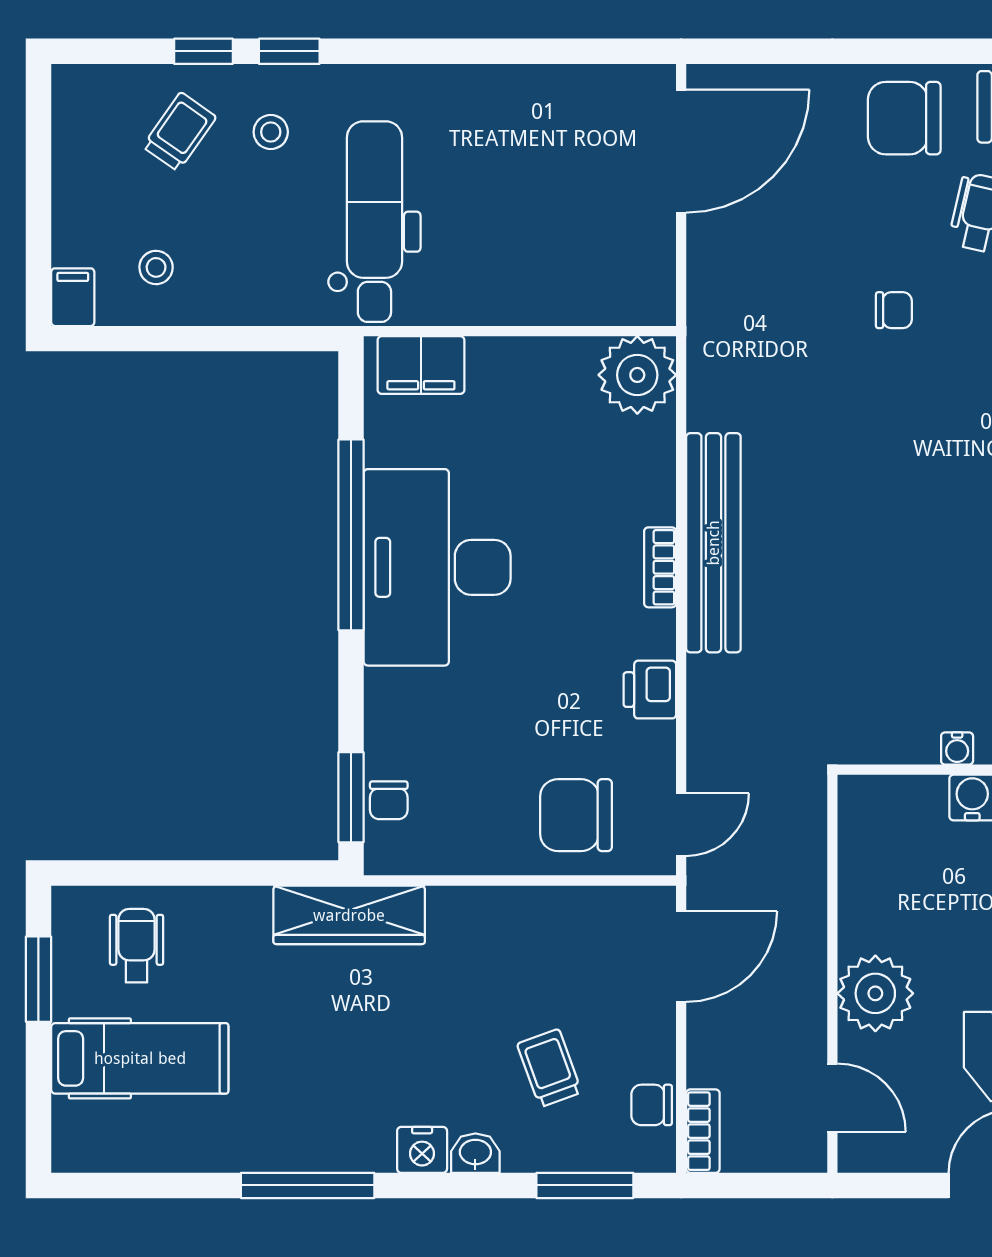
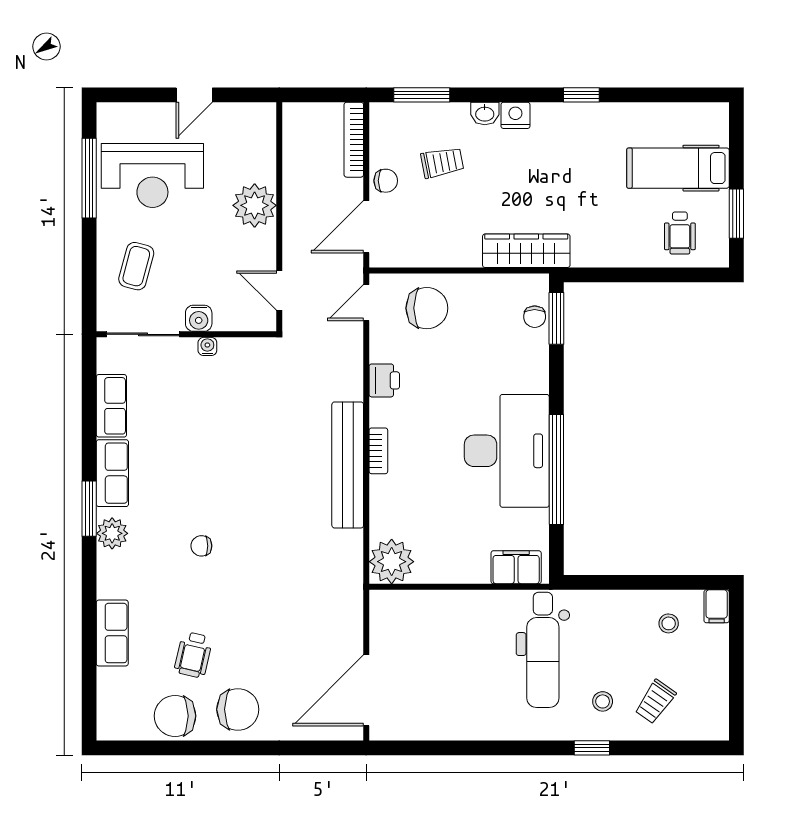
window: (203, 51) -> (641, 748), removed
chair: (894, 310) -> (201, 546), moved
chair: (389, 800) -> (535, 317), turned 180
wardrobe: (349, 915) -> (526, 251), moved
trolley: (549, 1068) -> (442, 163), turned -81
door: (832, 1098) -> (279, 290), moved
chair: (652, 1105) -> (386, 181), moved
bookcase: (703, 1131) -> (354, 140), width x1.56
window: (308, 1185) -> (581, 95), width x0.46

